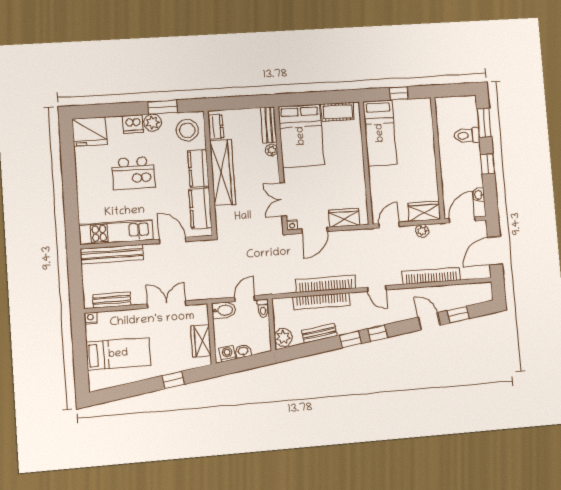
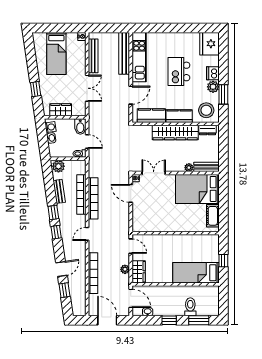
bed: (380, 133) -> (196, 273), moved
wardrobe: (344, 218) -> (138, 215), removed
bench: (112, 300) -> (93, 56), width x1.36

